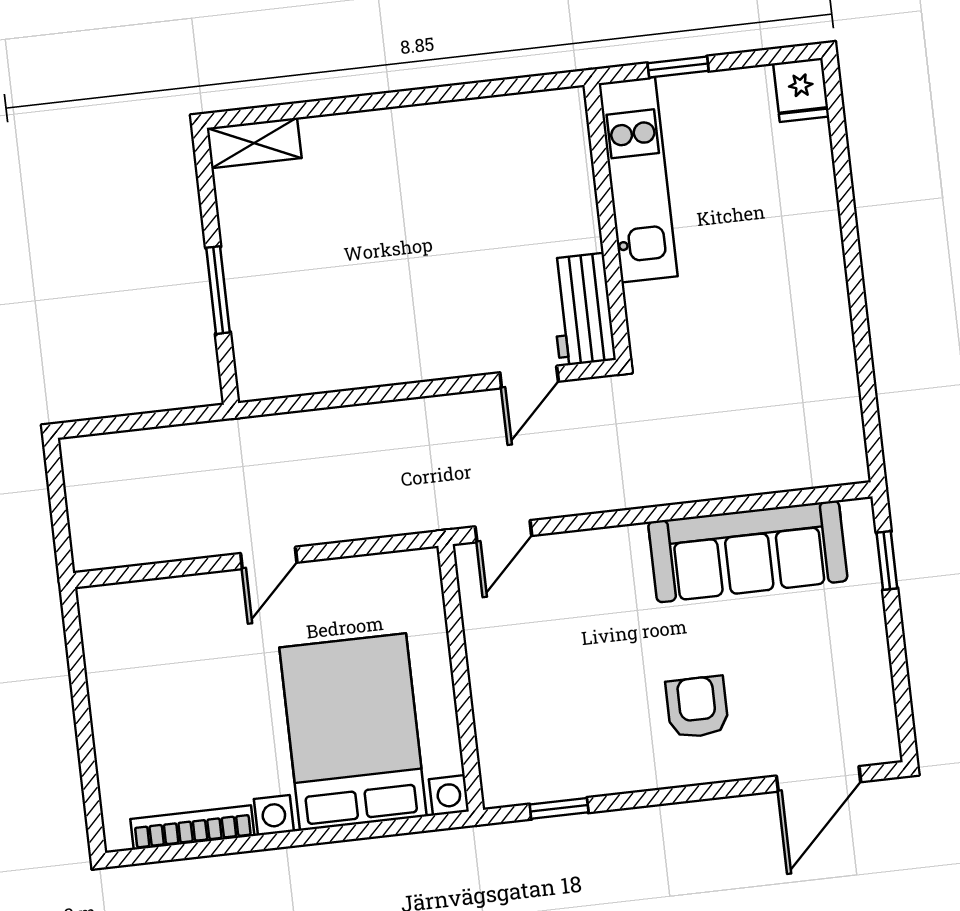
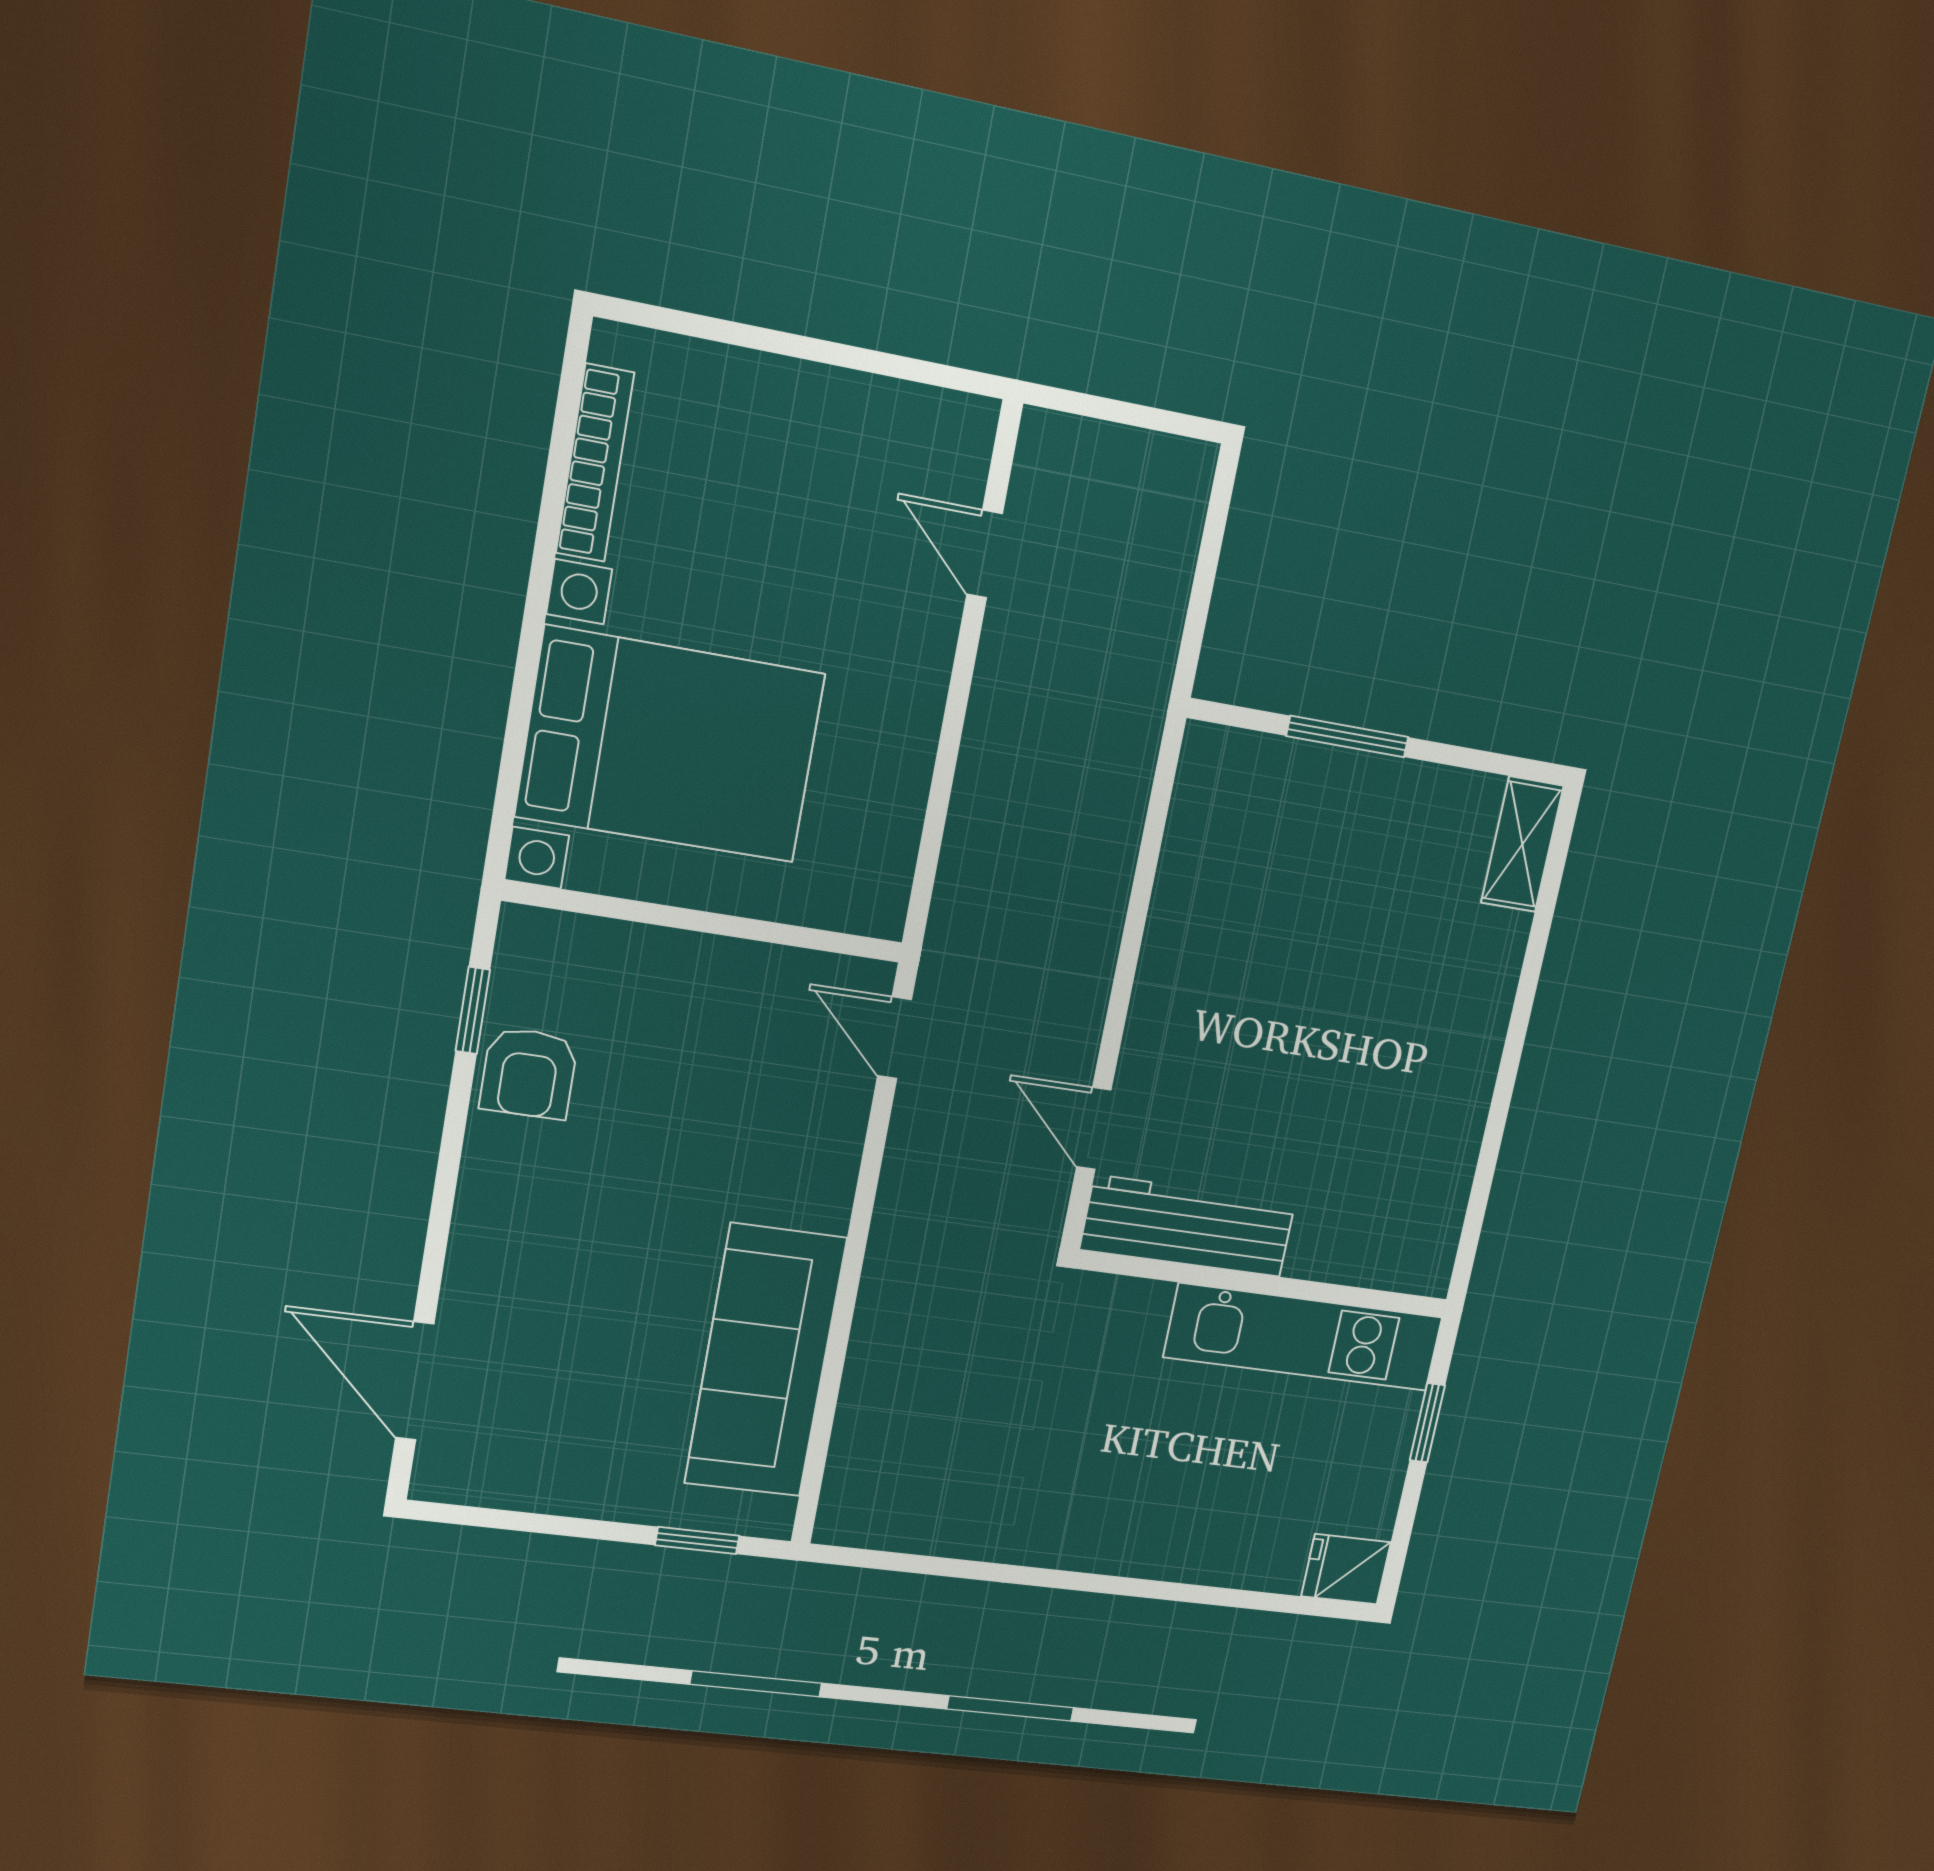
workbench: (582, 309) -> (1188, 1226), width x1.38
door: (269, 558) -> (985, 554), moved
armchair: (697, 707) -> (529, 1073), moved, turned 90

